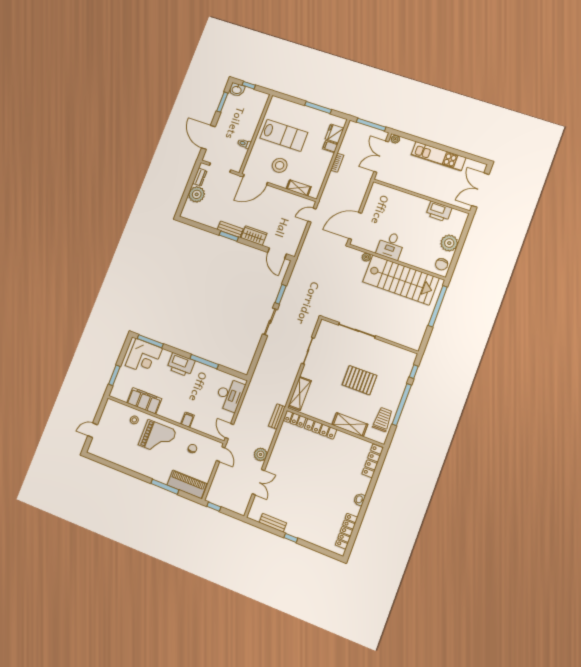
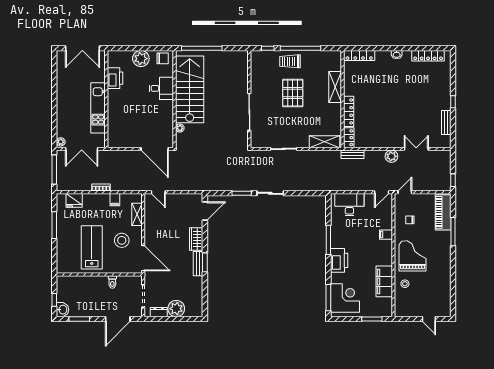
filing cabinet: (330, 146) -> (115, 200), moved
kitchen unit: (438, 156) -> (98, 108), moved, turned 180
desk: (391, 246) -> (161, 88), moved
trolley: (383, 419) -> (290, 61), moved

